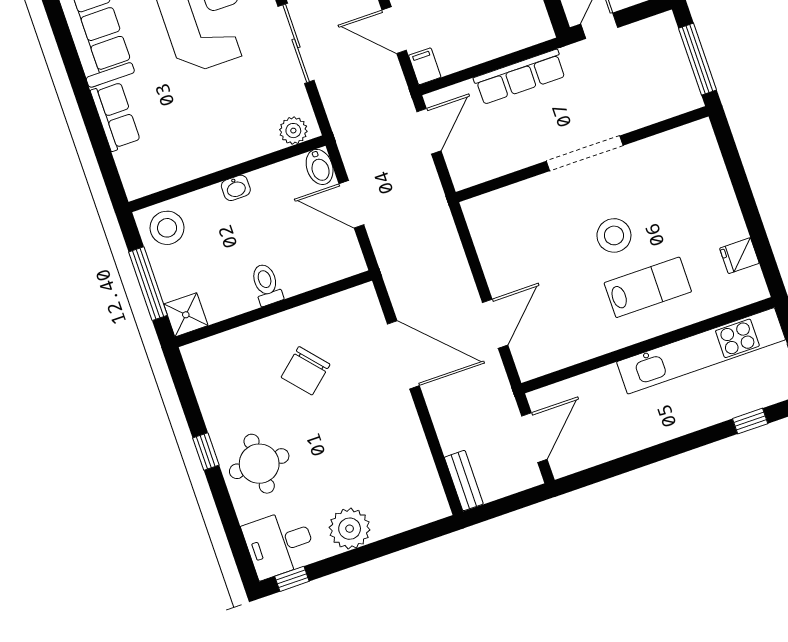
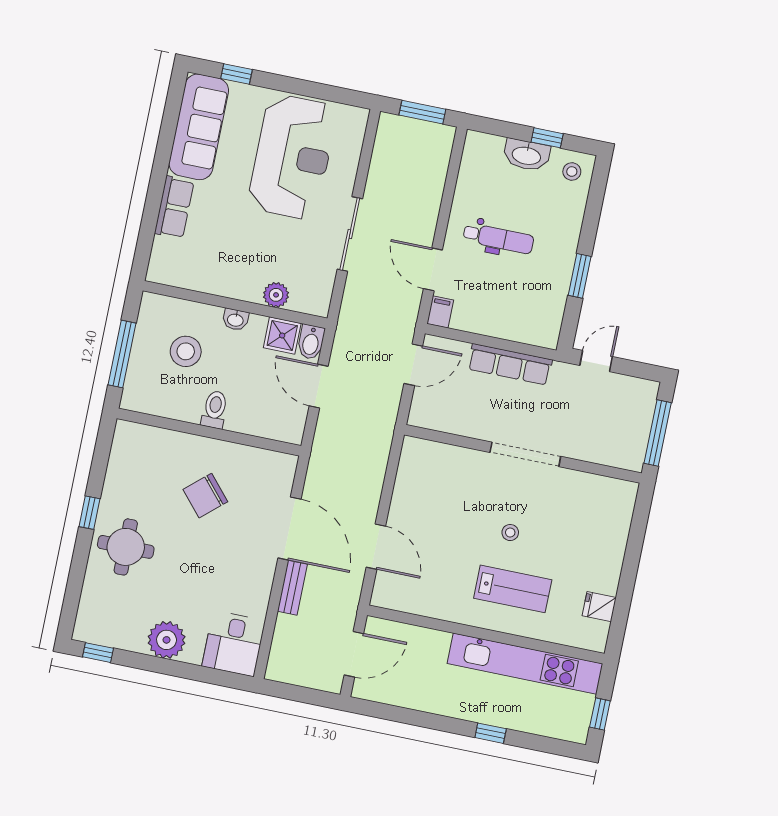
plant: (293, 131) -> (276, 295), moved
stool: (167, 228) -> (186, 351), moved
stool: (614, 235) -> (510, 533), width x0.53, depth x0.53
shower: (186, 315) -> (282, 336), moved
door: (495, 324) -> (376, 547), hinge flipped
window: (750, 421) -> (491, 733), moved
bench: (464, 481) -> (292, 588), moved
desk: (279, 544) -> (234, 644), moved, turned -90

